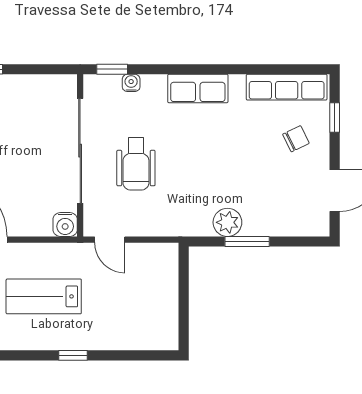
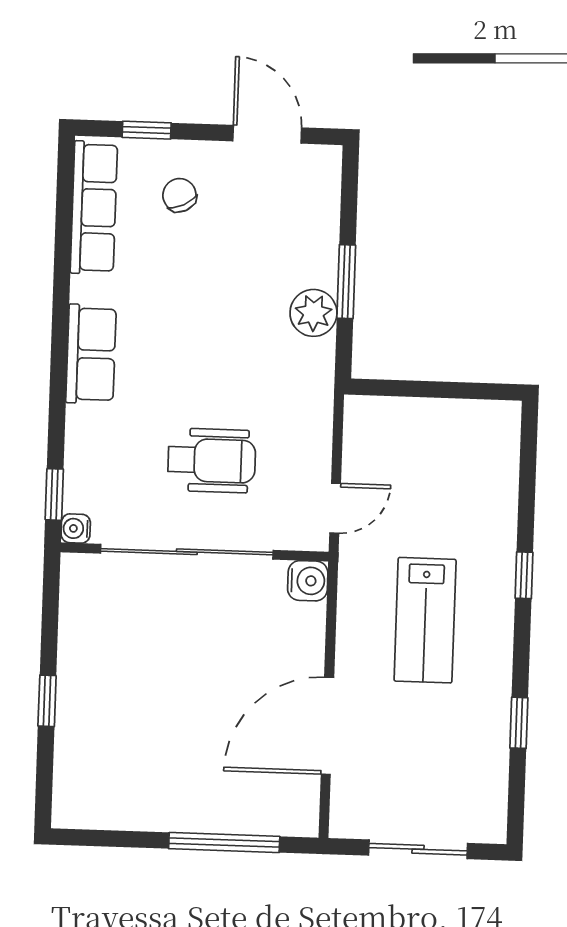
water cooler: (131, 83) -> (76, 529), moved

